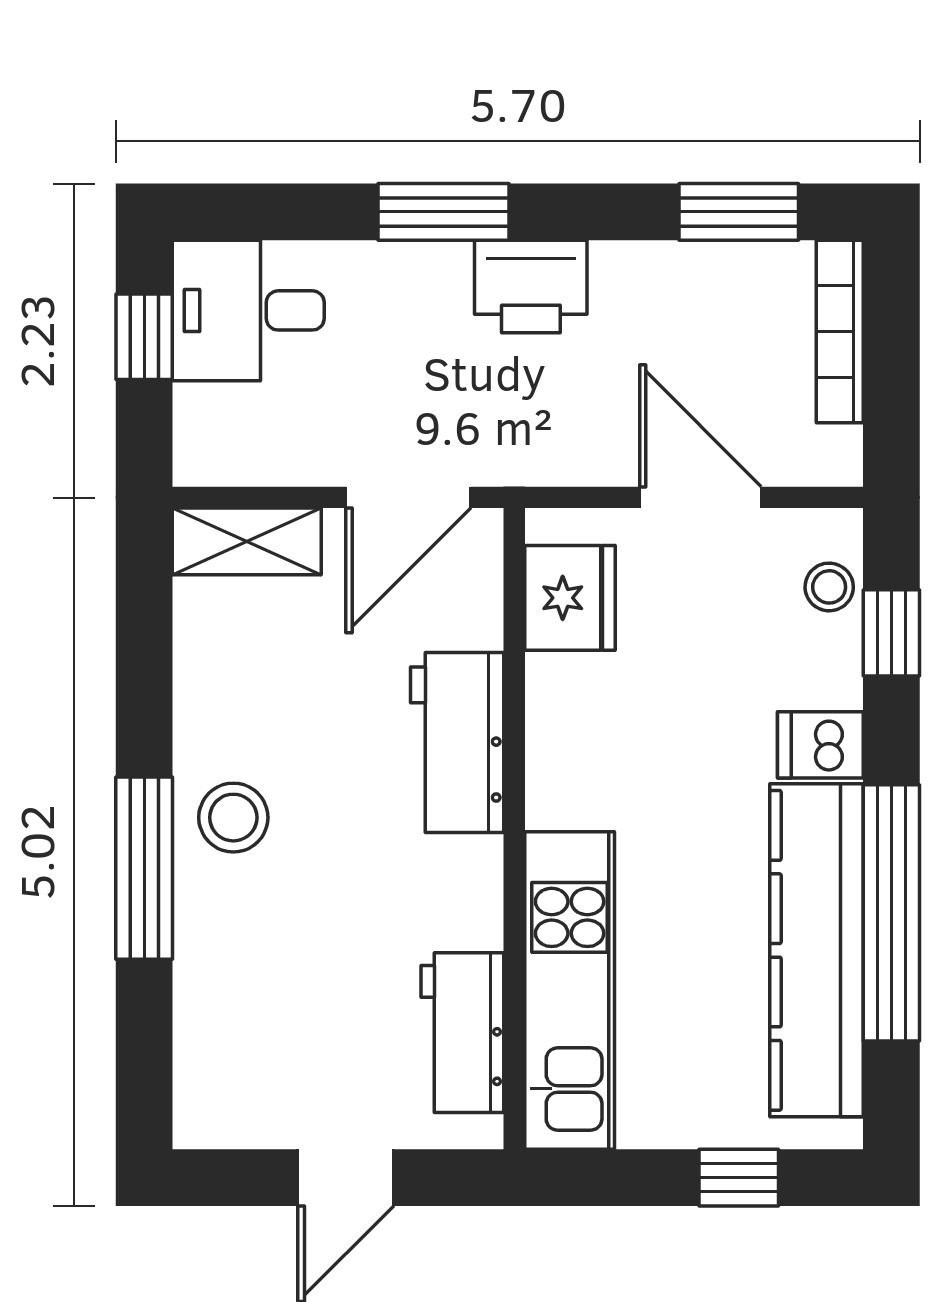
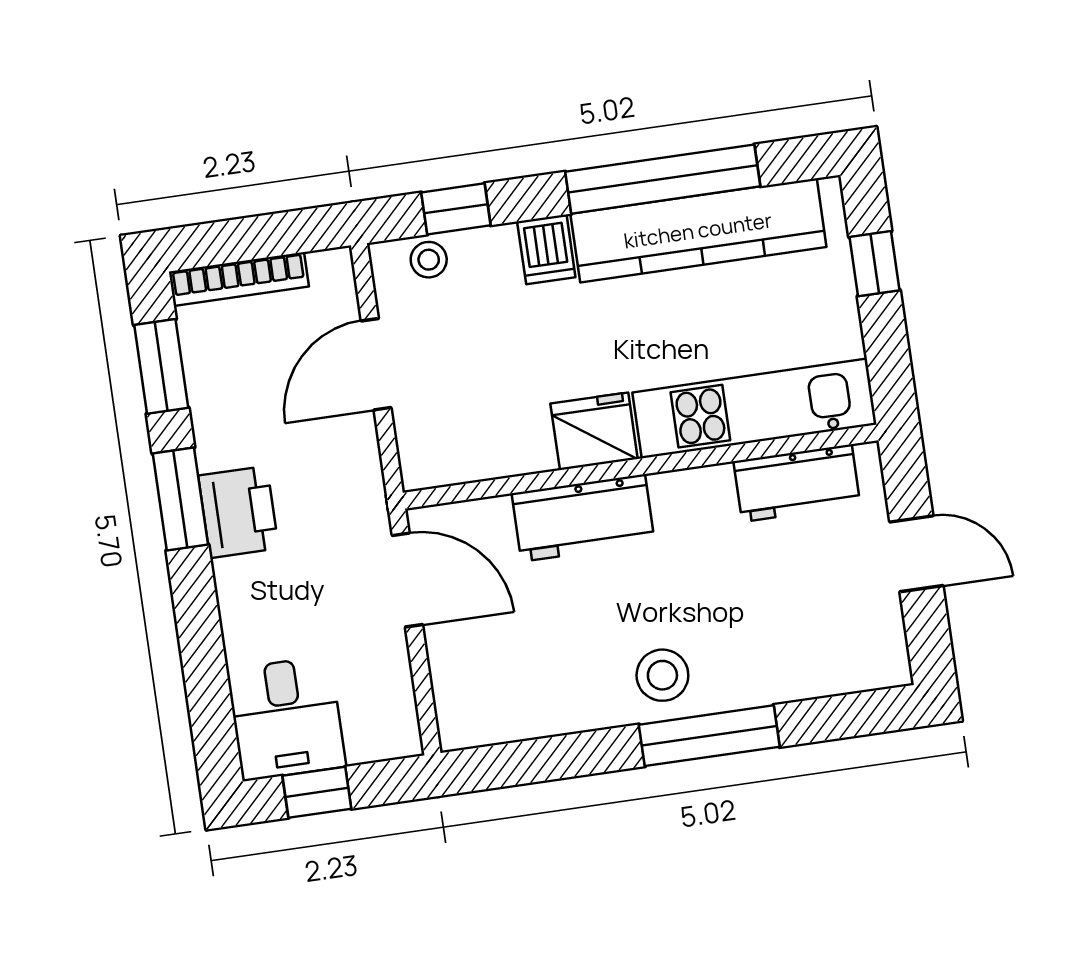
window: (443, 212) -> (180, 499), moved
shelving: (247, 541) -> (457, 695), removed
fridge: (570, 598) -> (594, 431), moved

